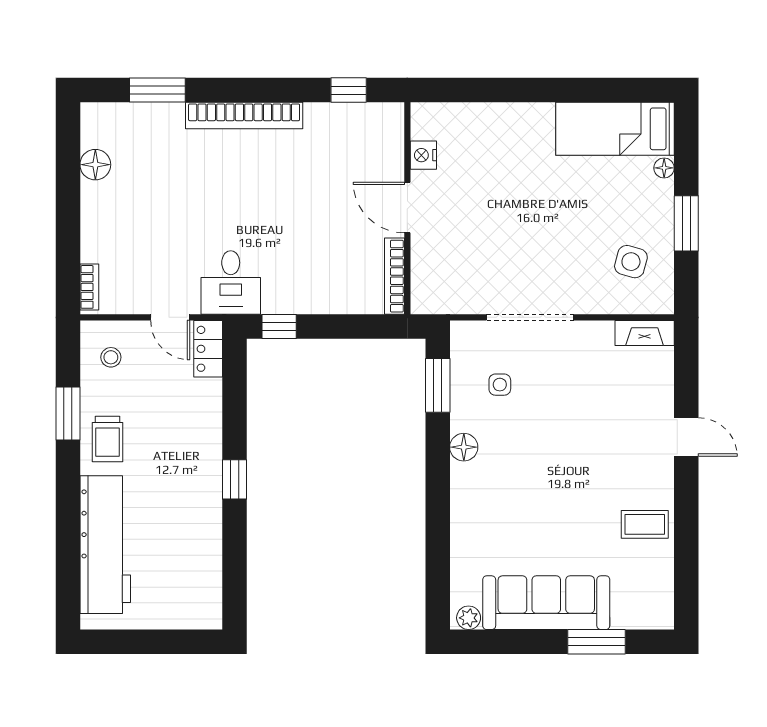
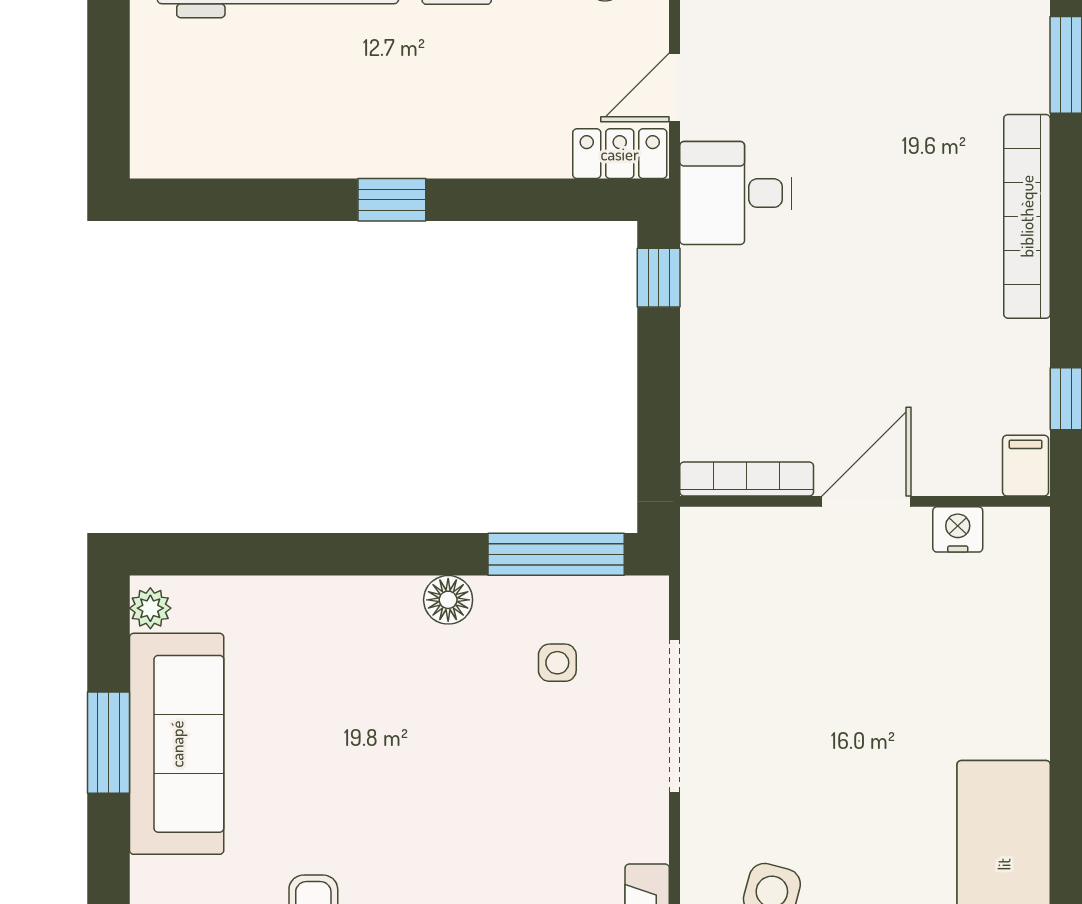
filing cabinet: (387, 116) -> (1026, 466), added
window: (438, 385) -> (556, 554), width x1.44
window: (597, 642) -> (108, 743), moved

